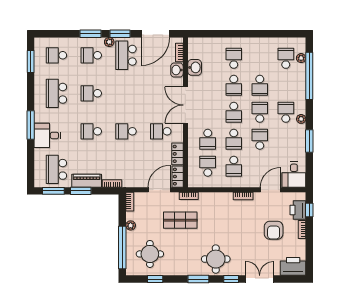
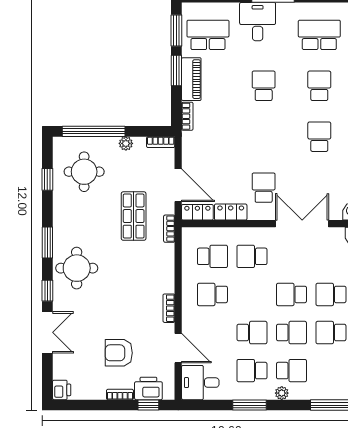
school desk: (126, 131) -> (319, 137), moved
school desk: (234, 139) -> (252, 371), moved
printer: (293, 266) -> (62, 390), width x0.53, depth x0.68

